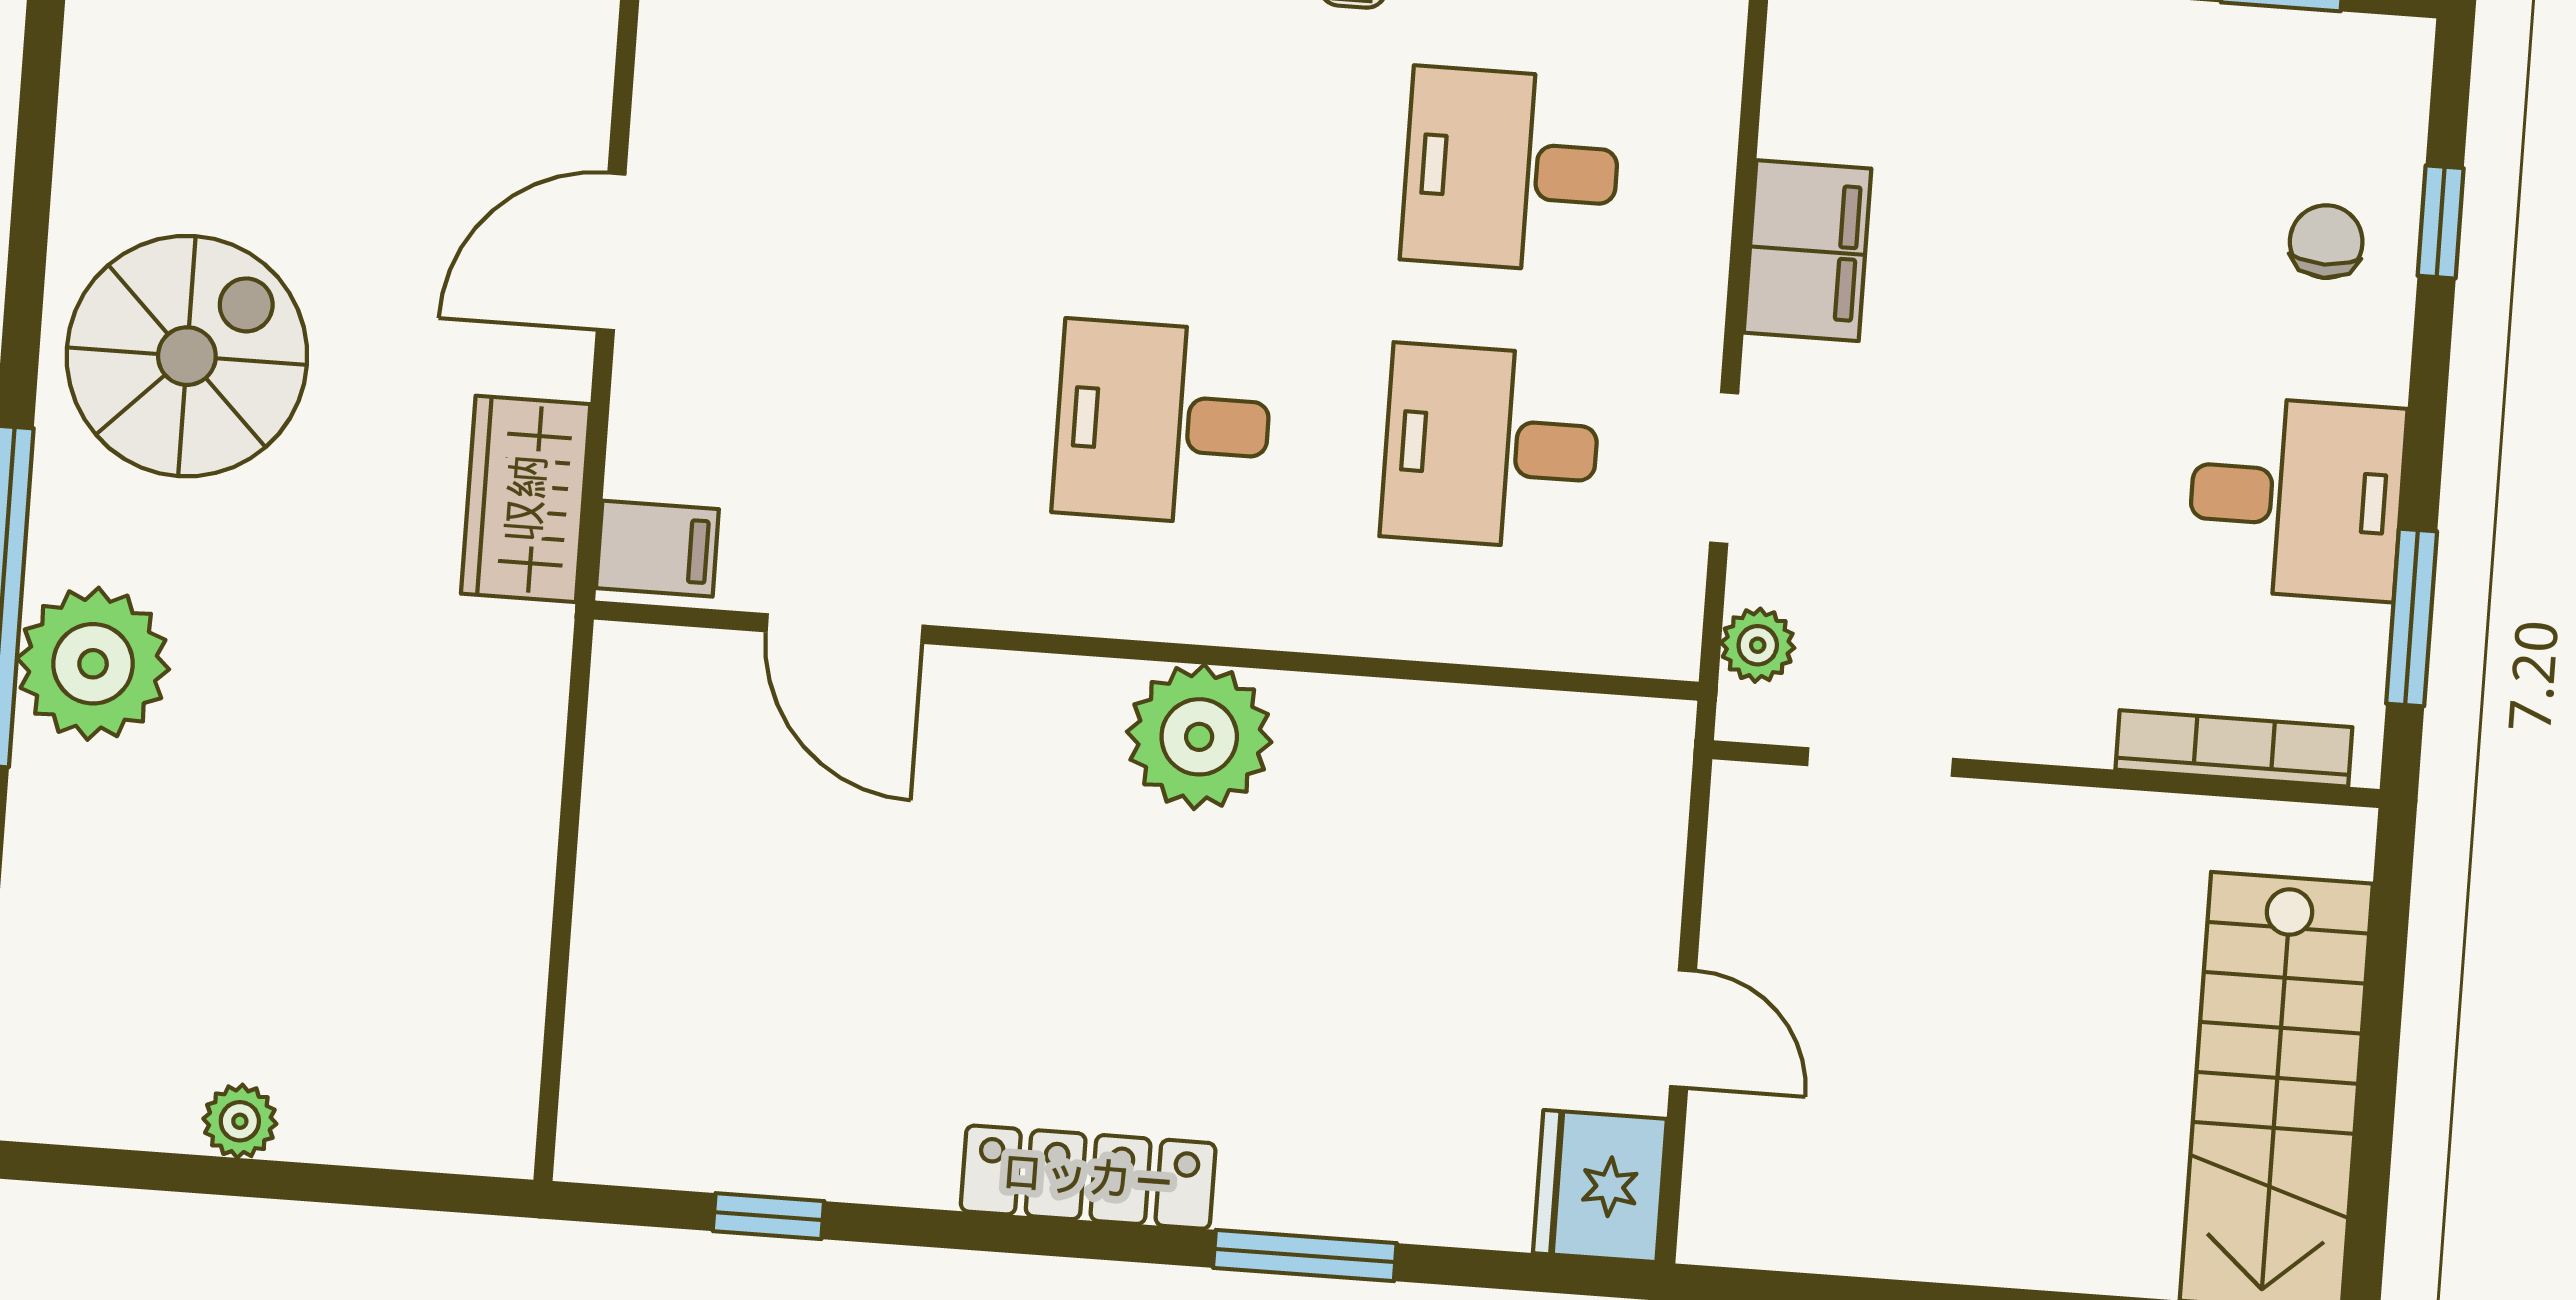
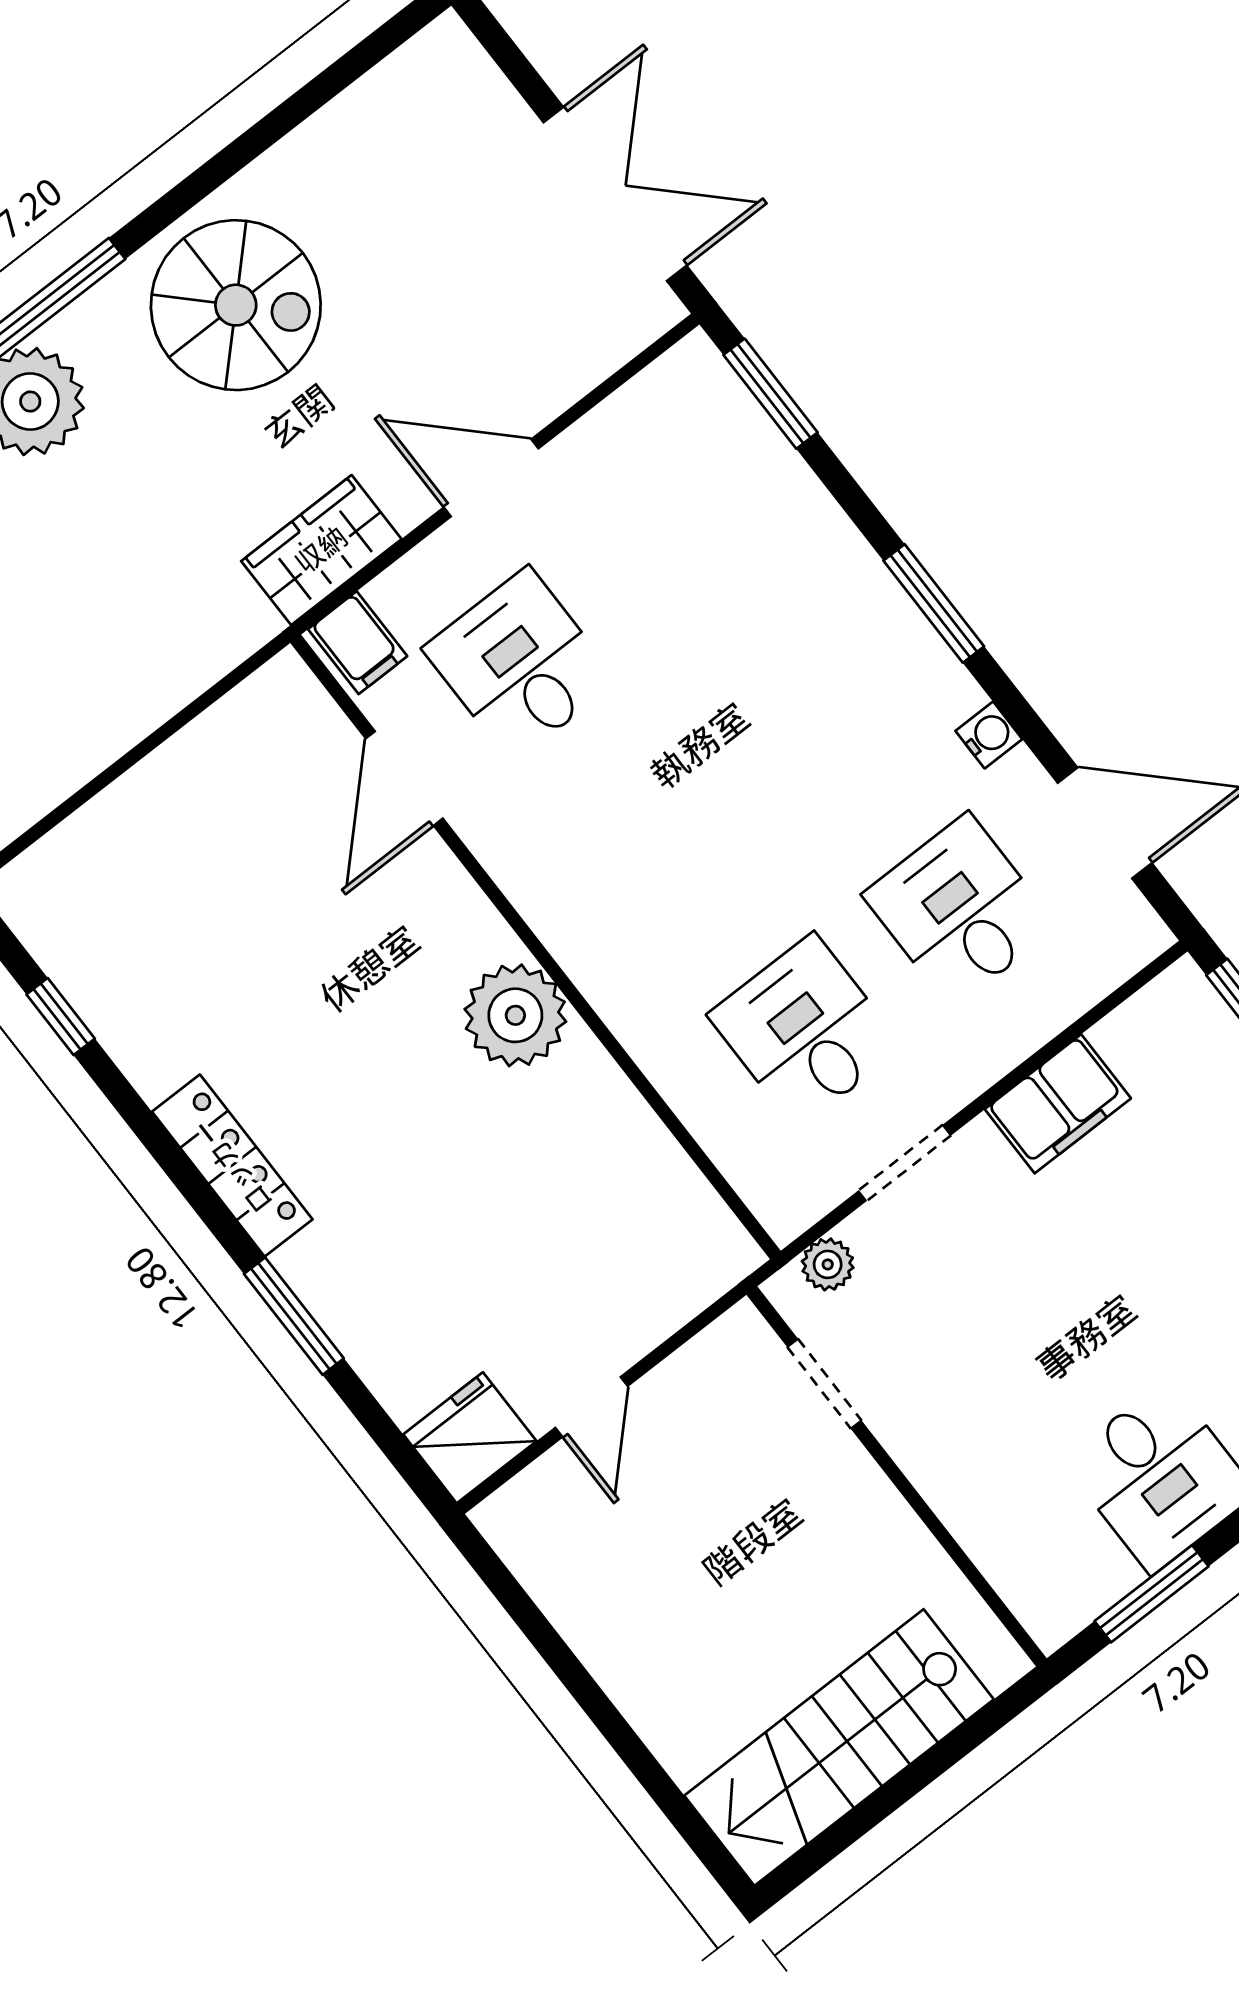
desk: (1163, 423) -> (520, 665), moved
bookcase: (2234, 748) -> (999, 1563), removed

